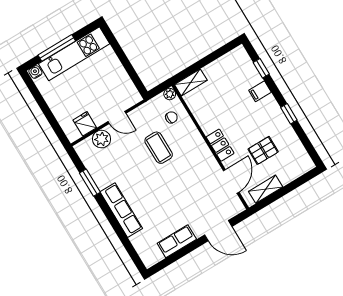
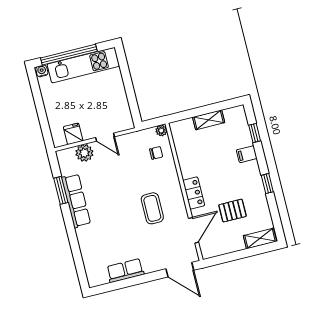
window: (57, 48) -> (69, 55), width x1.46
shelving: (191, 82) -> (209, 120), moved
coffee table: (159, 148) -> (152, 208), moved
shelving: (266, 189) -> (260, 238), moved
row of seats: (121, 210) -> (76, 201), moved
door: (218, 231) -> (180, 270), moved

